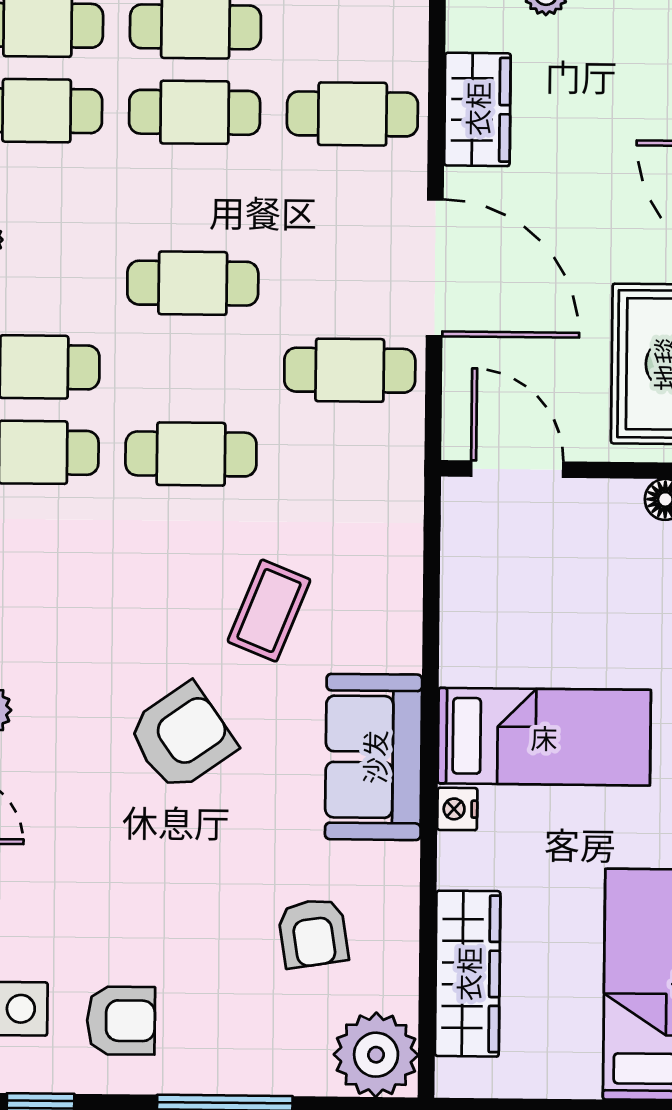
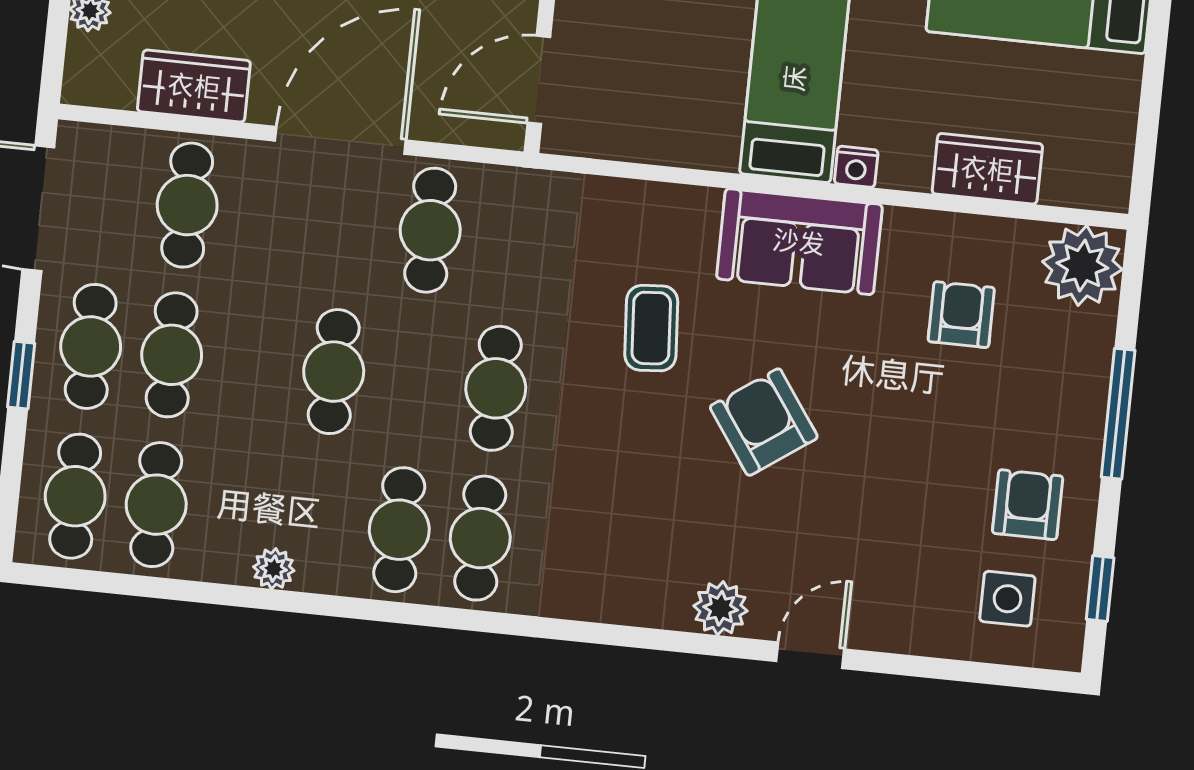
coffee table: (269, 611) -> (651, 328), turned 64
armchair: (313, 933) -> (961, 315), turned -81
wardrobe: (468, 974) -> (987, 169), width x0.67

